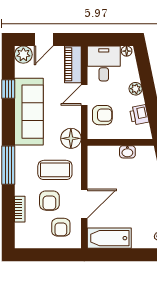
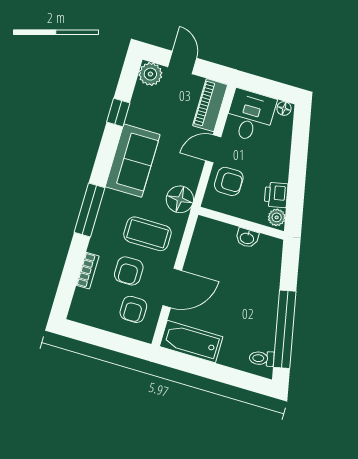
door: (44, 40) -> (182, 62), swing flipped
plant: (136, 89) -> (277, 217), moved
sofa: (29, 112) -> (133, 161), width x0.73

